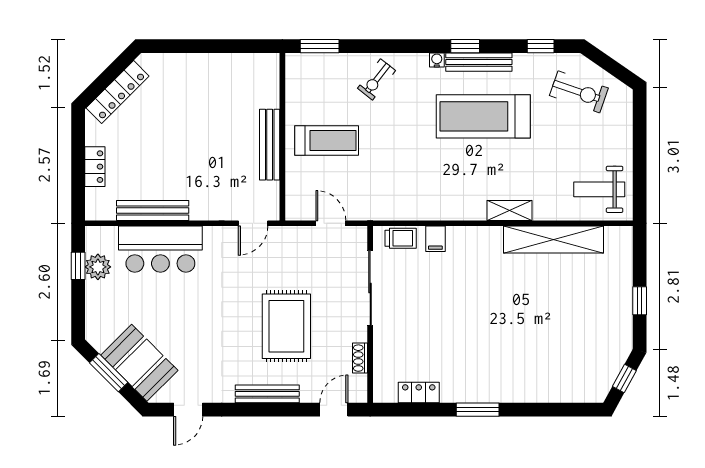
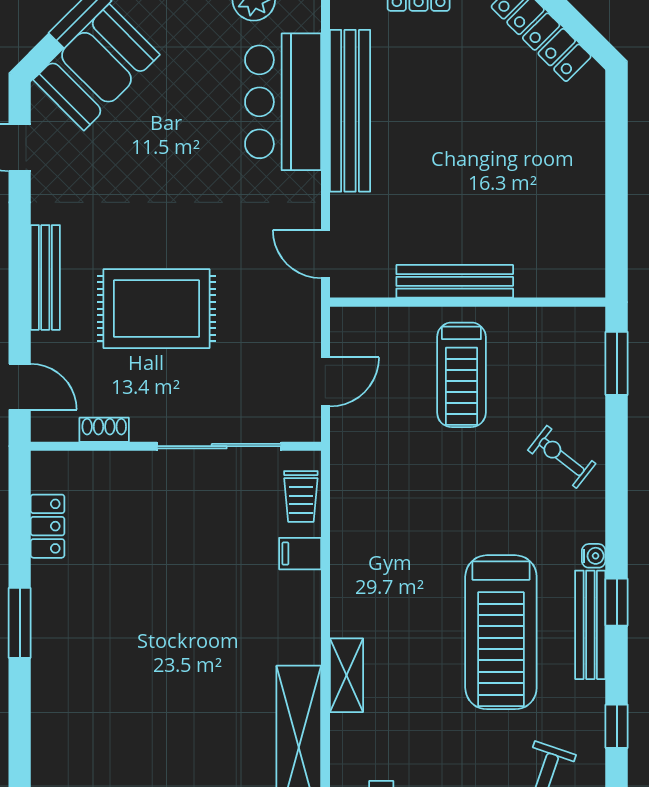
treadmill: (483, 116) -> (501, 632), turned 180
bench: (153, 210) -> (350, 111), width x1.37, depth x1.21

